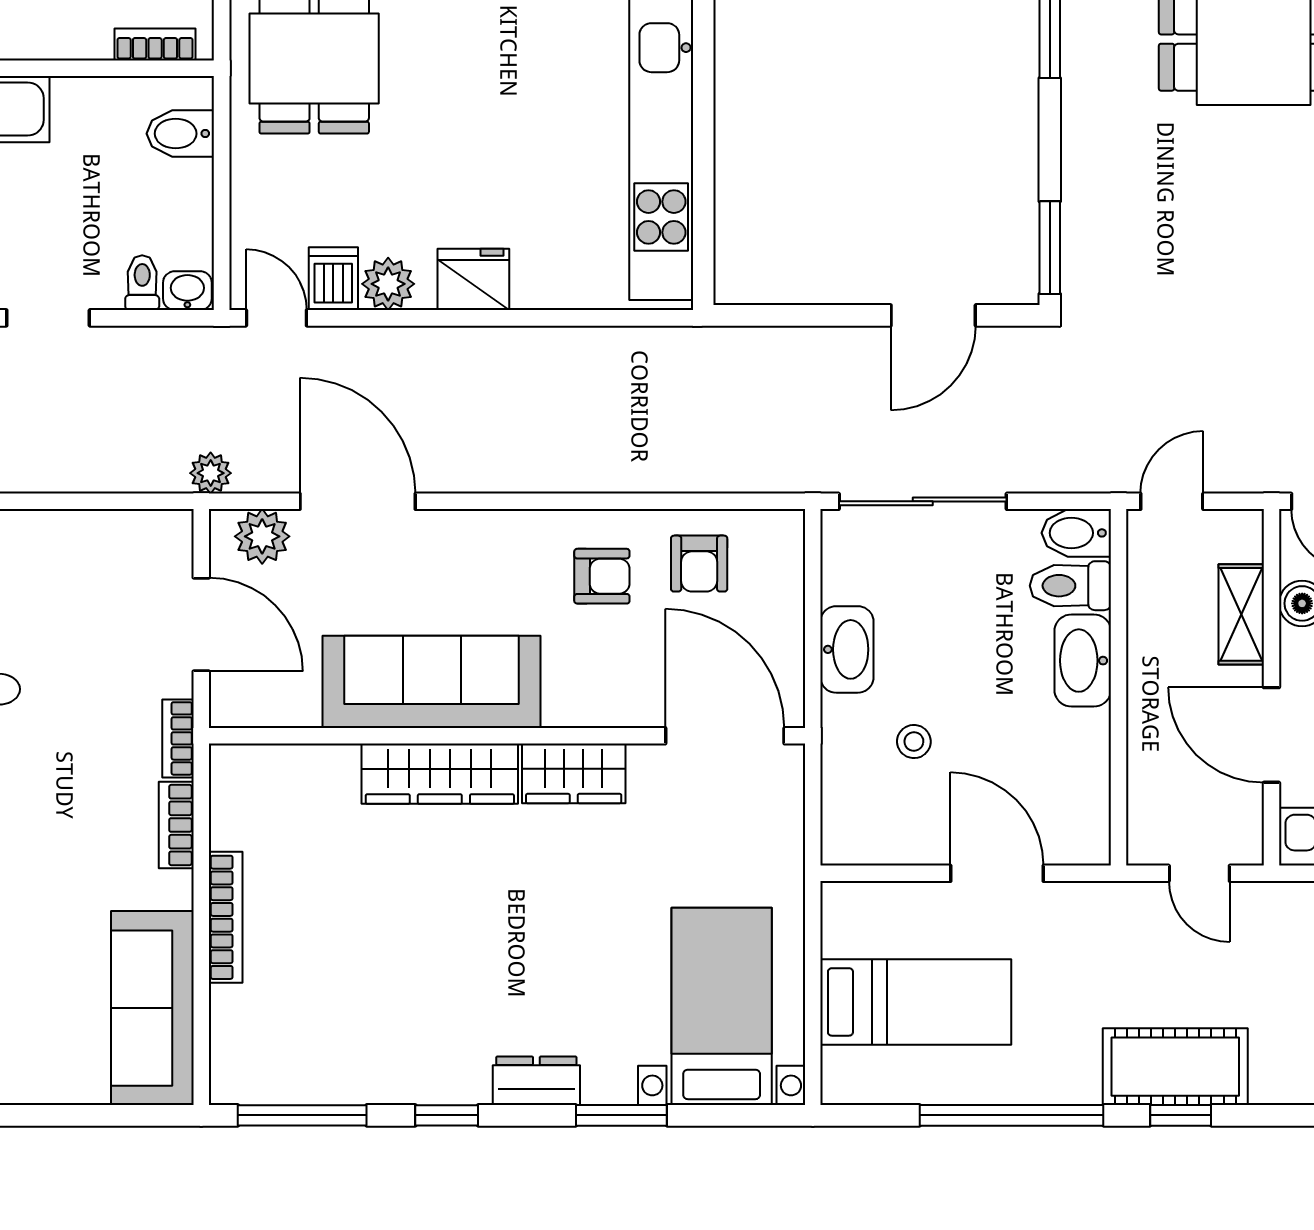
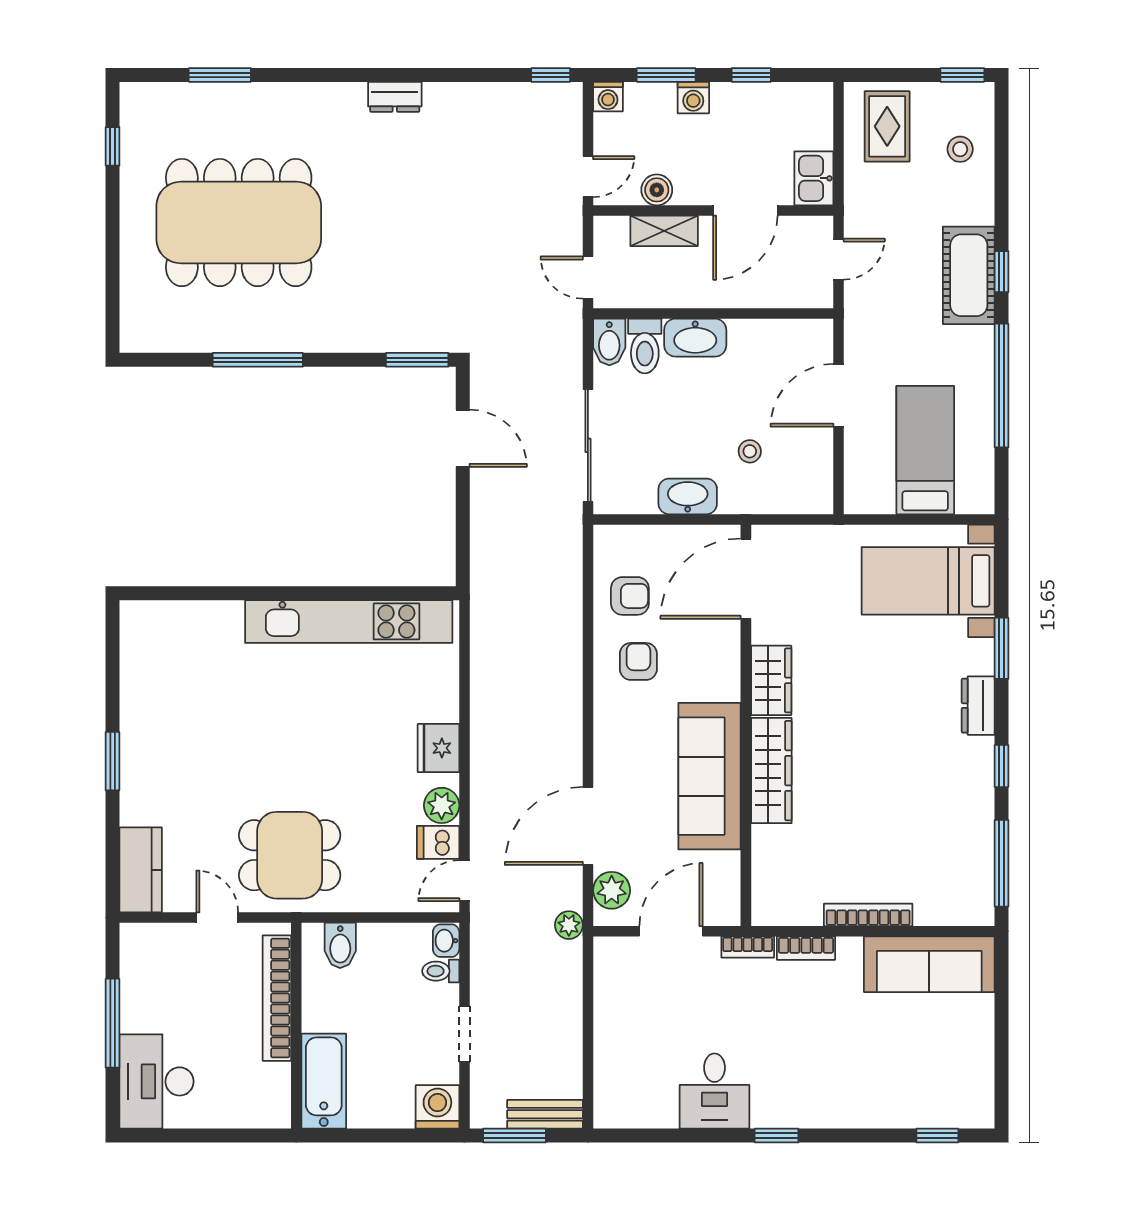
bookcase: (155, 44) -> (277, 998), width x2.31, depth x1.31

